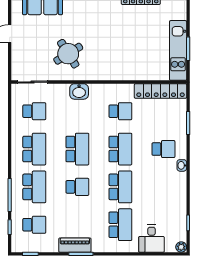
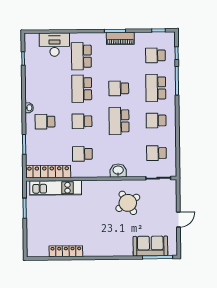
kitchen unit: (178, 50) -> (56, 188), moved, turned 90
school desk: (34, 149) -> (156, 121), width x0.54
school desk: (120, 149) -> (82, 121), width x0.54
desk: (152, 239) -> (54, 45), width x1.37
plant: (181, 247) -> (29, 38), removed

